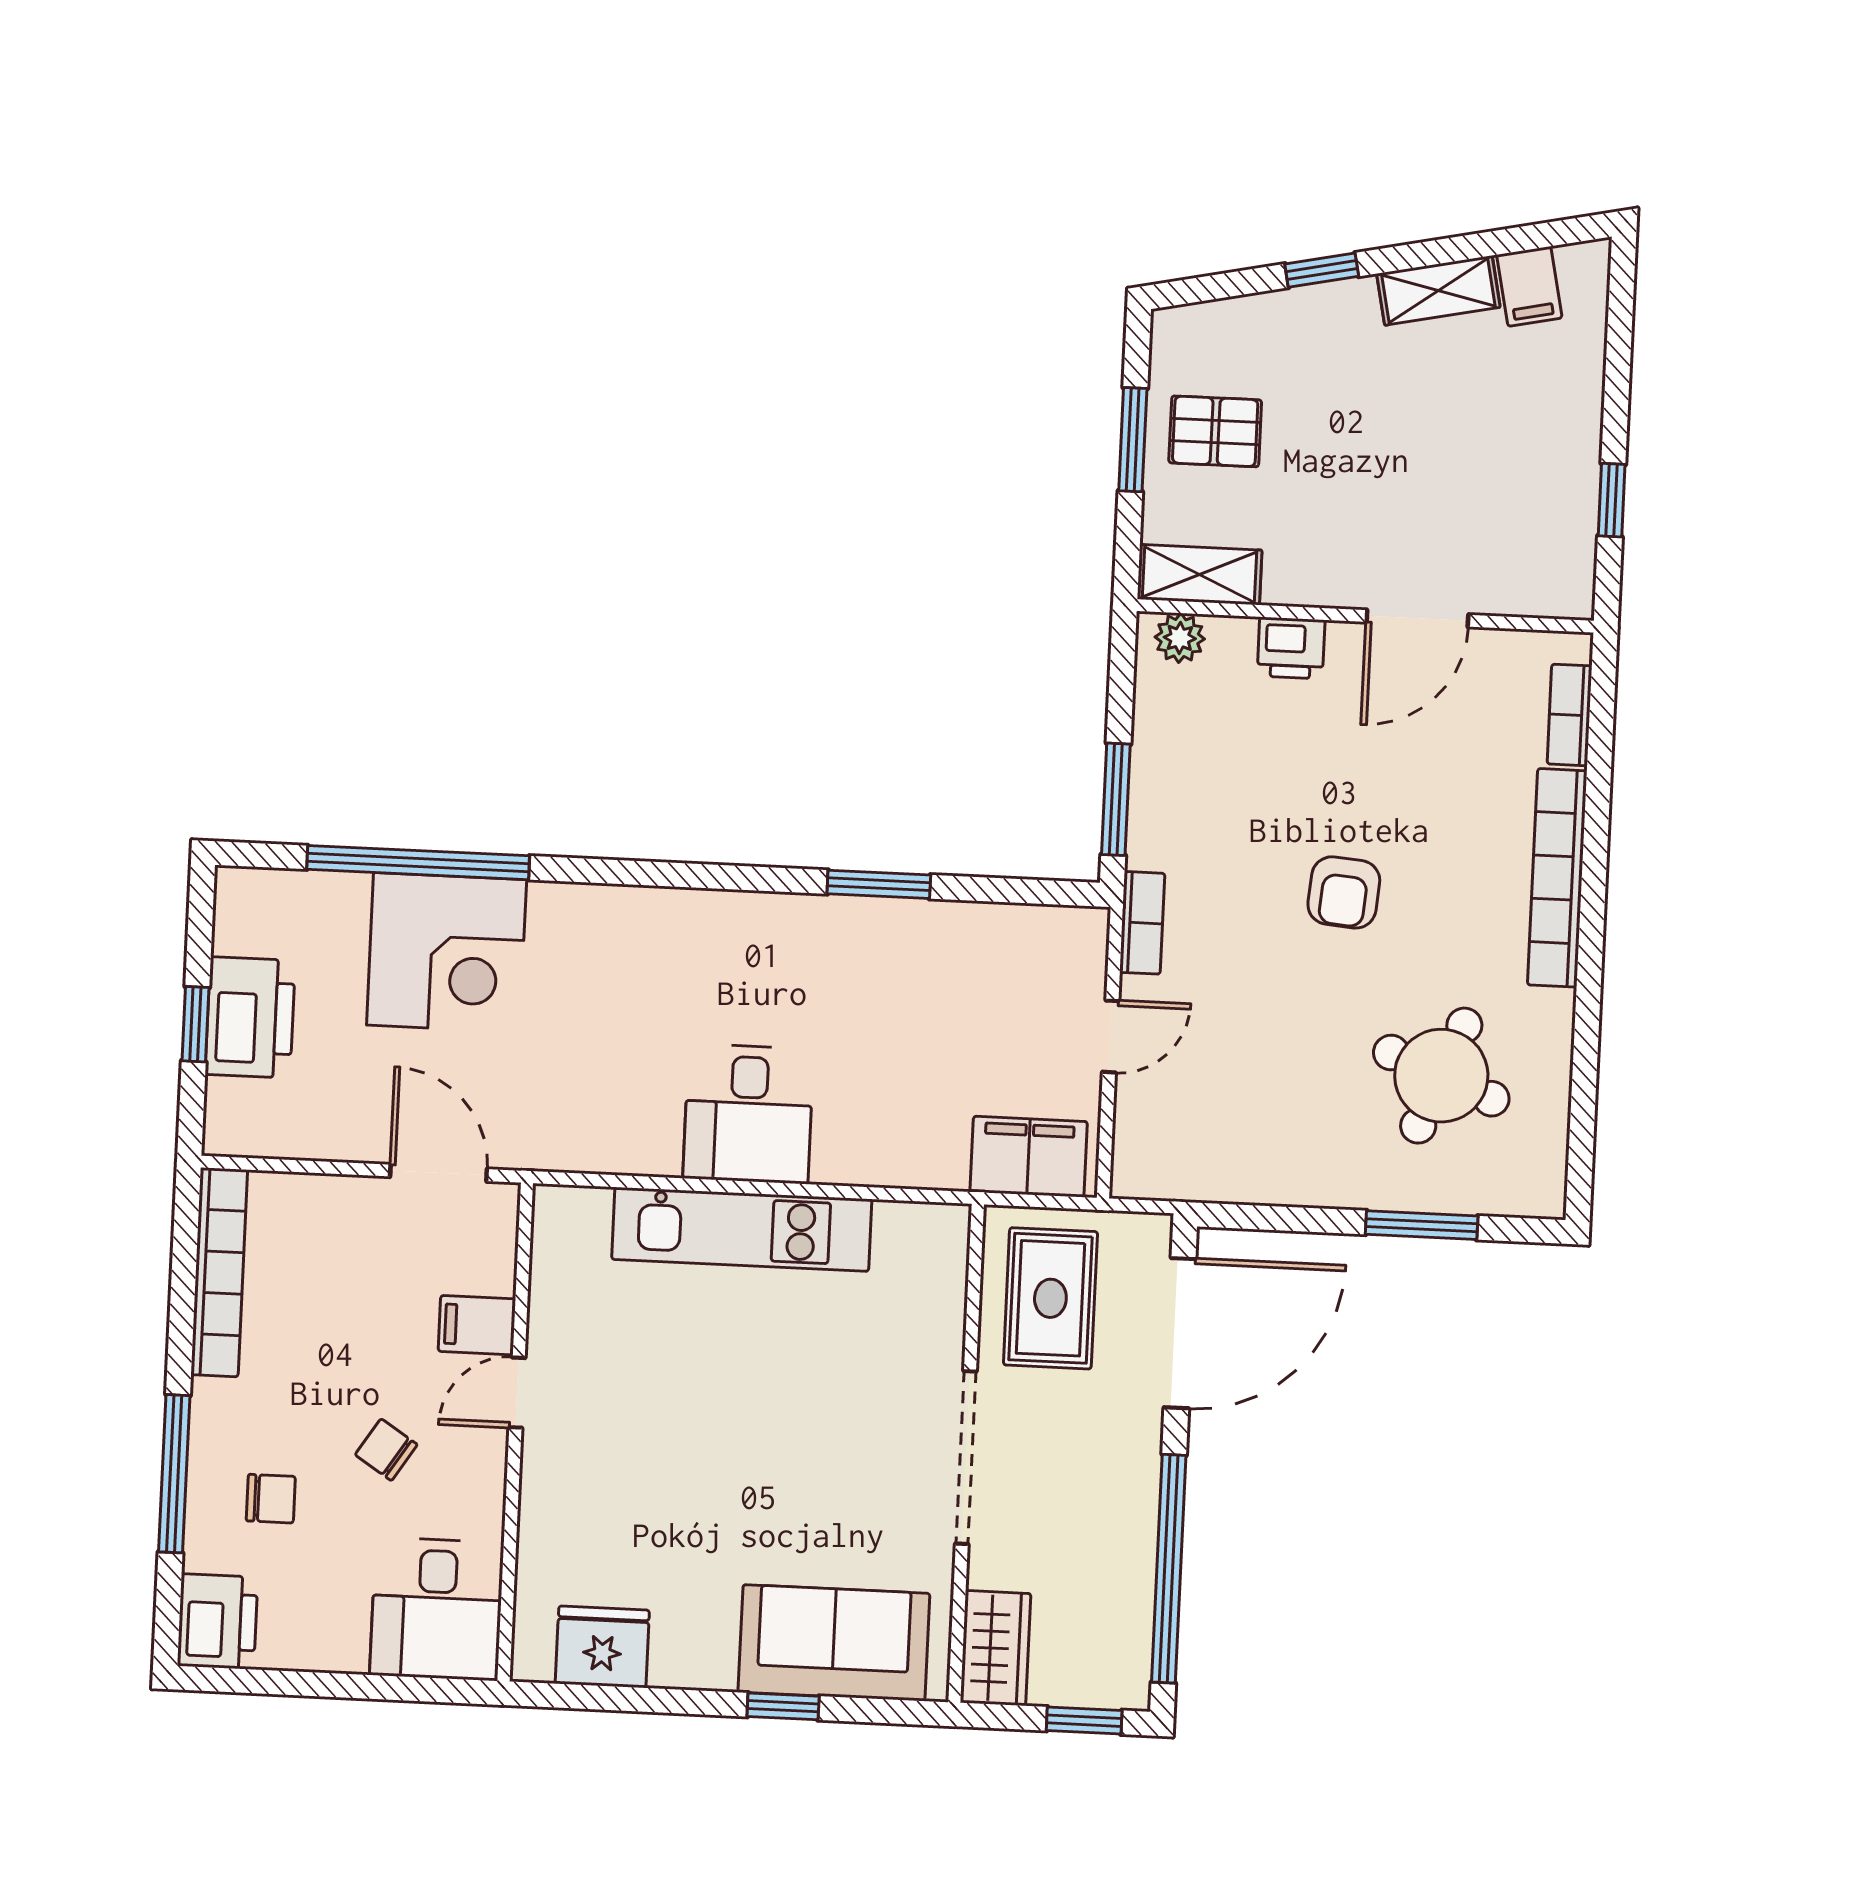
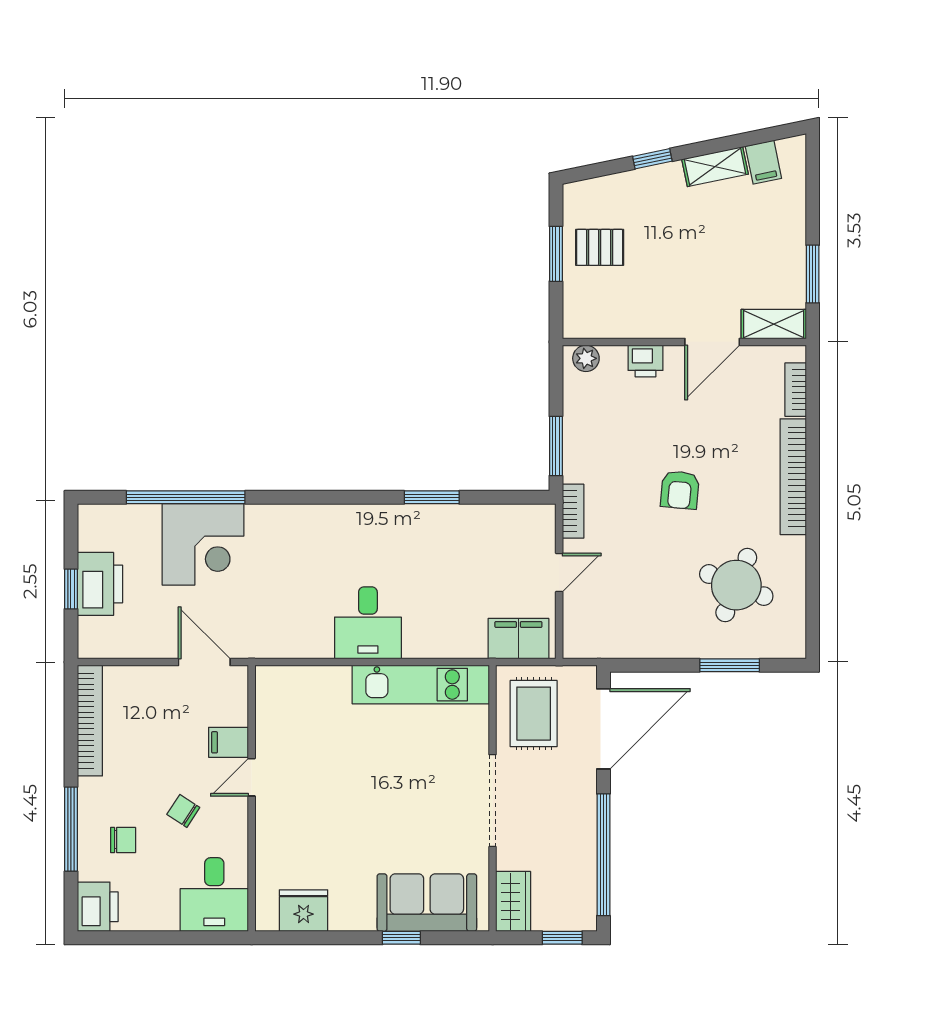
window: (1612, 500) -> (813, 274), width x1.50
shelving: (1200, 575) -> (774, 324), moved
kitchen unit: (742, 1229) -> (421, 685), moved

